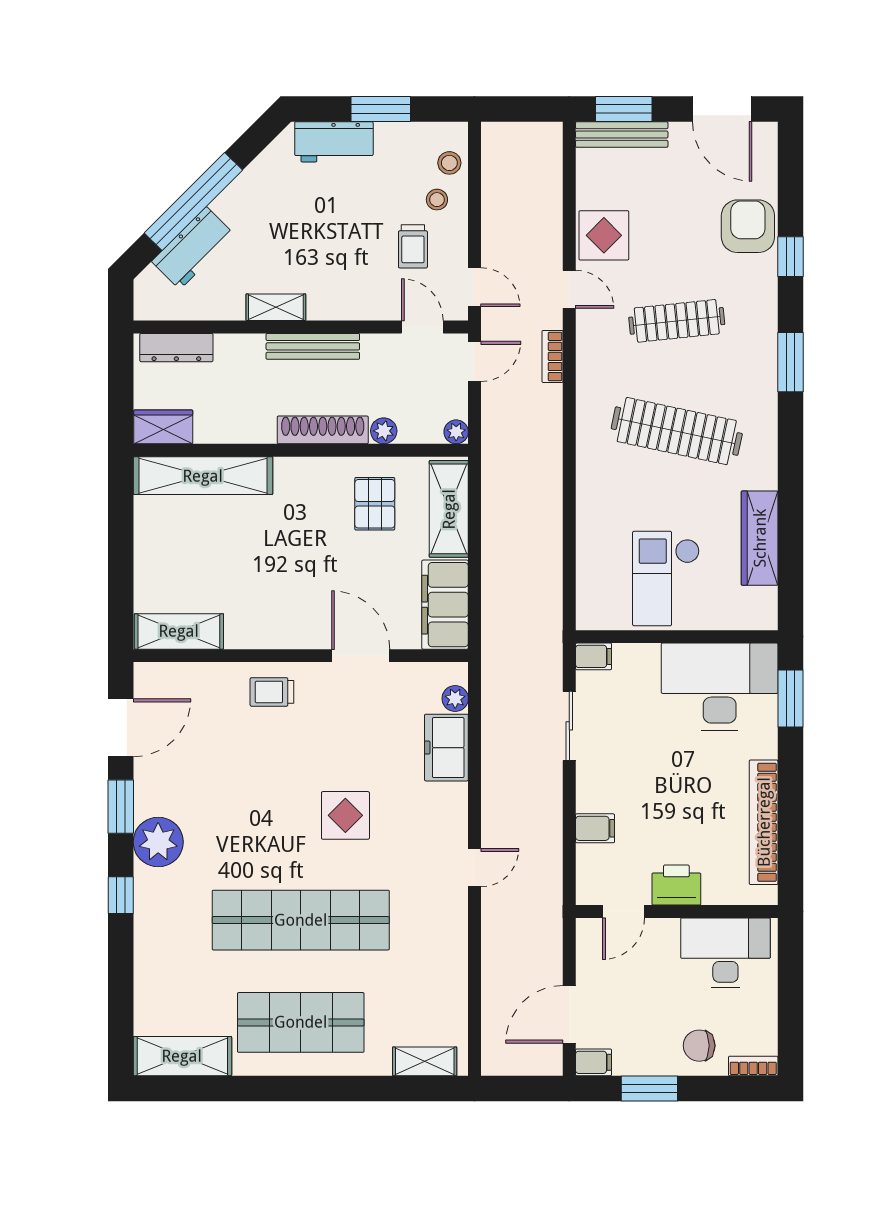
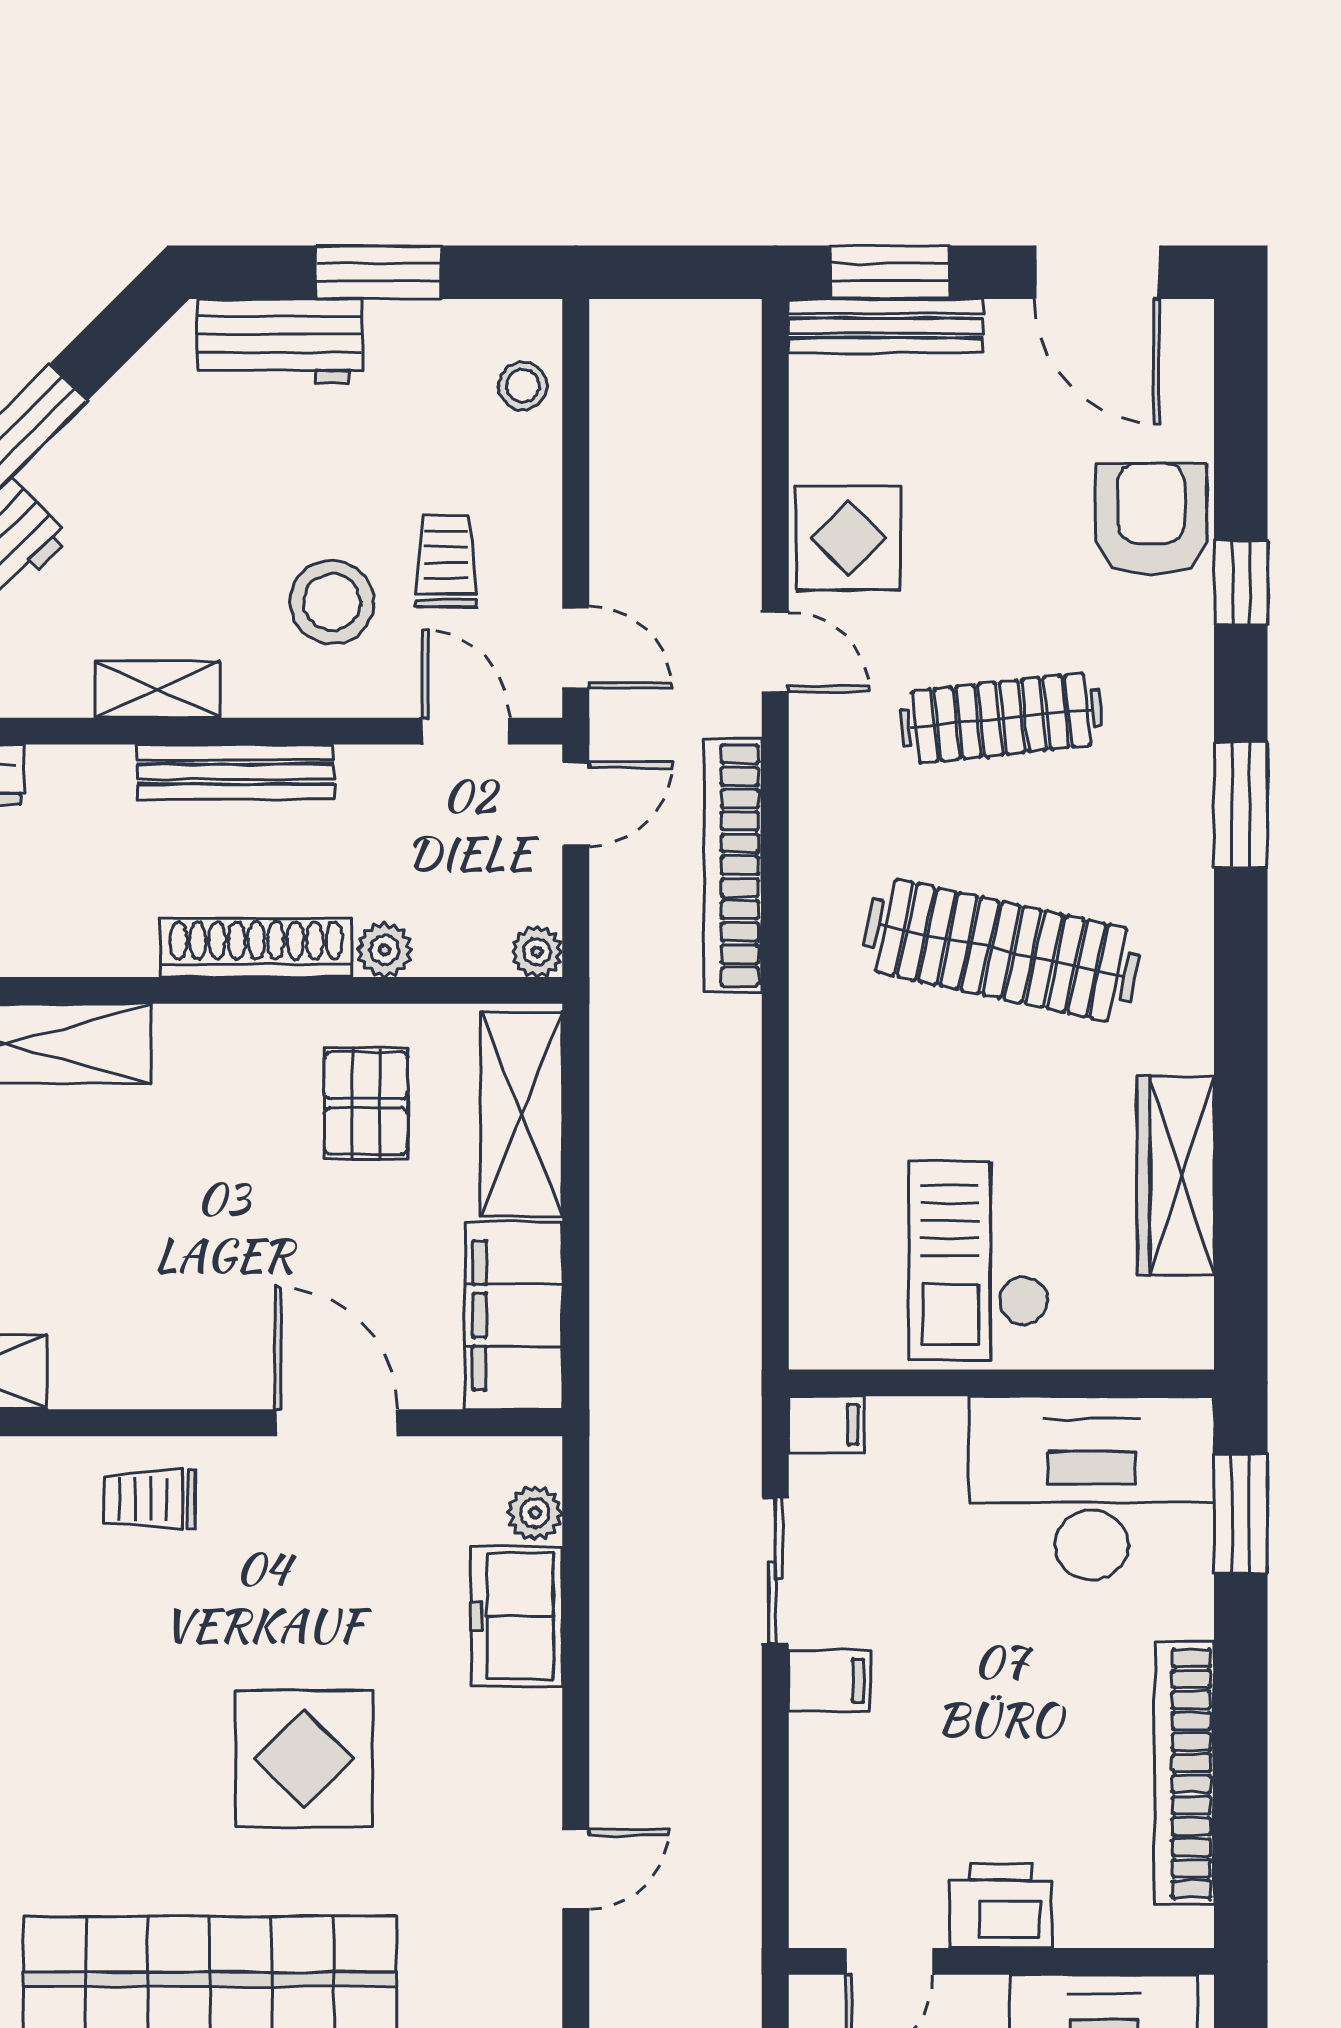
stool: (437, 200) -> (332, 602), moved, width x1.89, depth x1.89
trolley: (413, 246) -> (446, 561), turned 180
bookcase: (552, 356) -> (733, 865), width x2.31, depth x1.31
display table: (345, 815) -> (304, 1759), width x1.36, depth x1.36
filing cabinet: (595, 828) -> (829, 1681), moved

